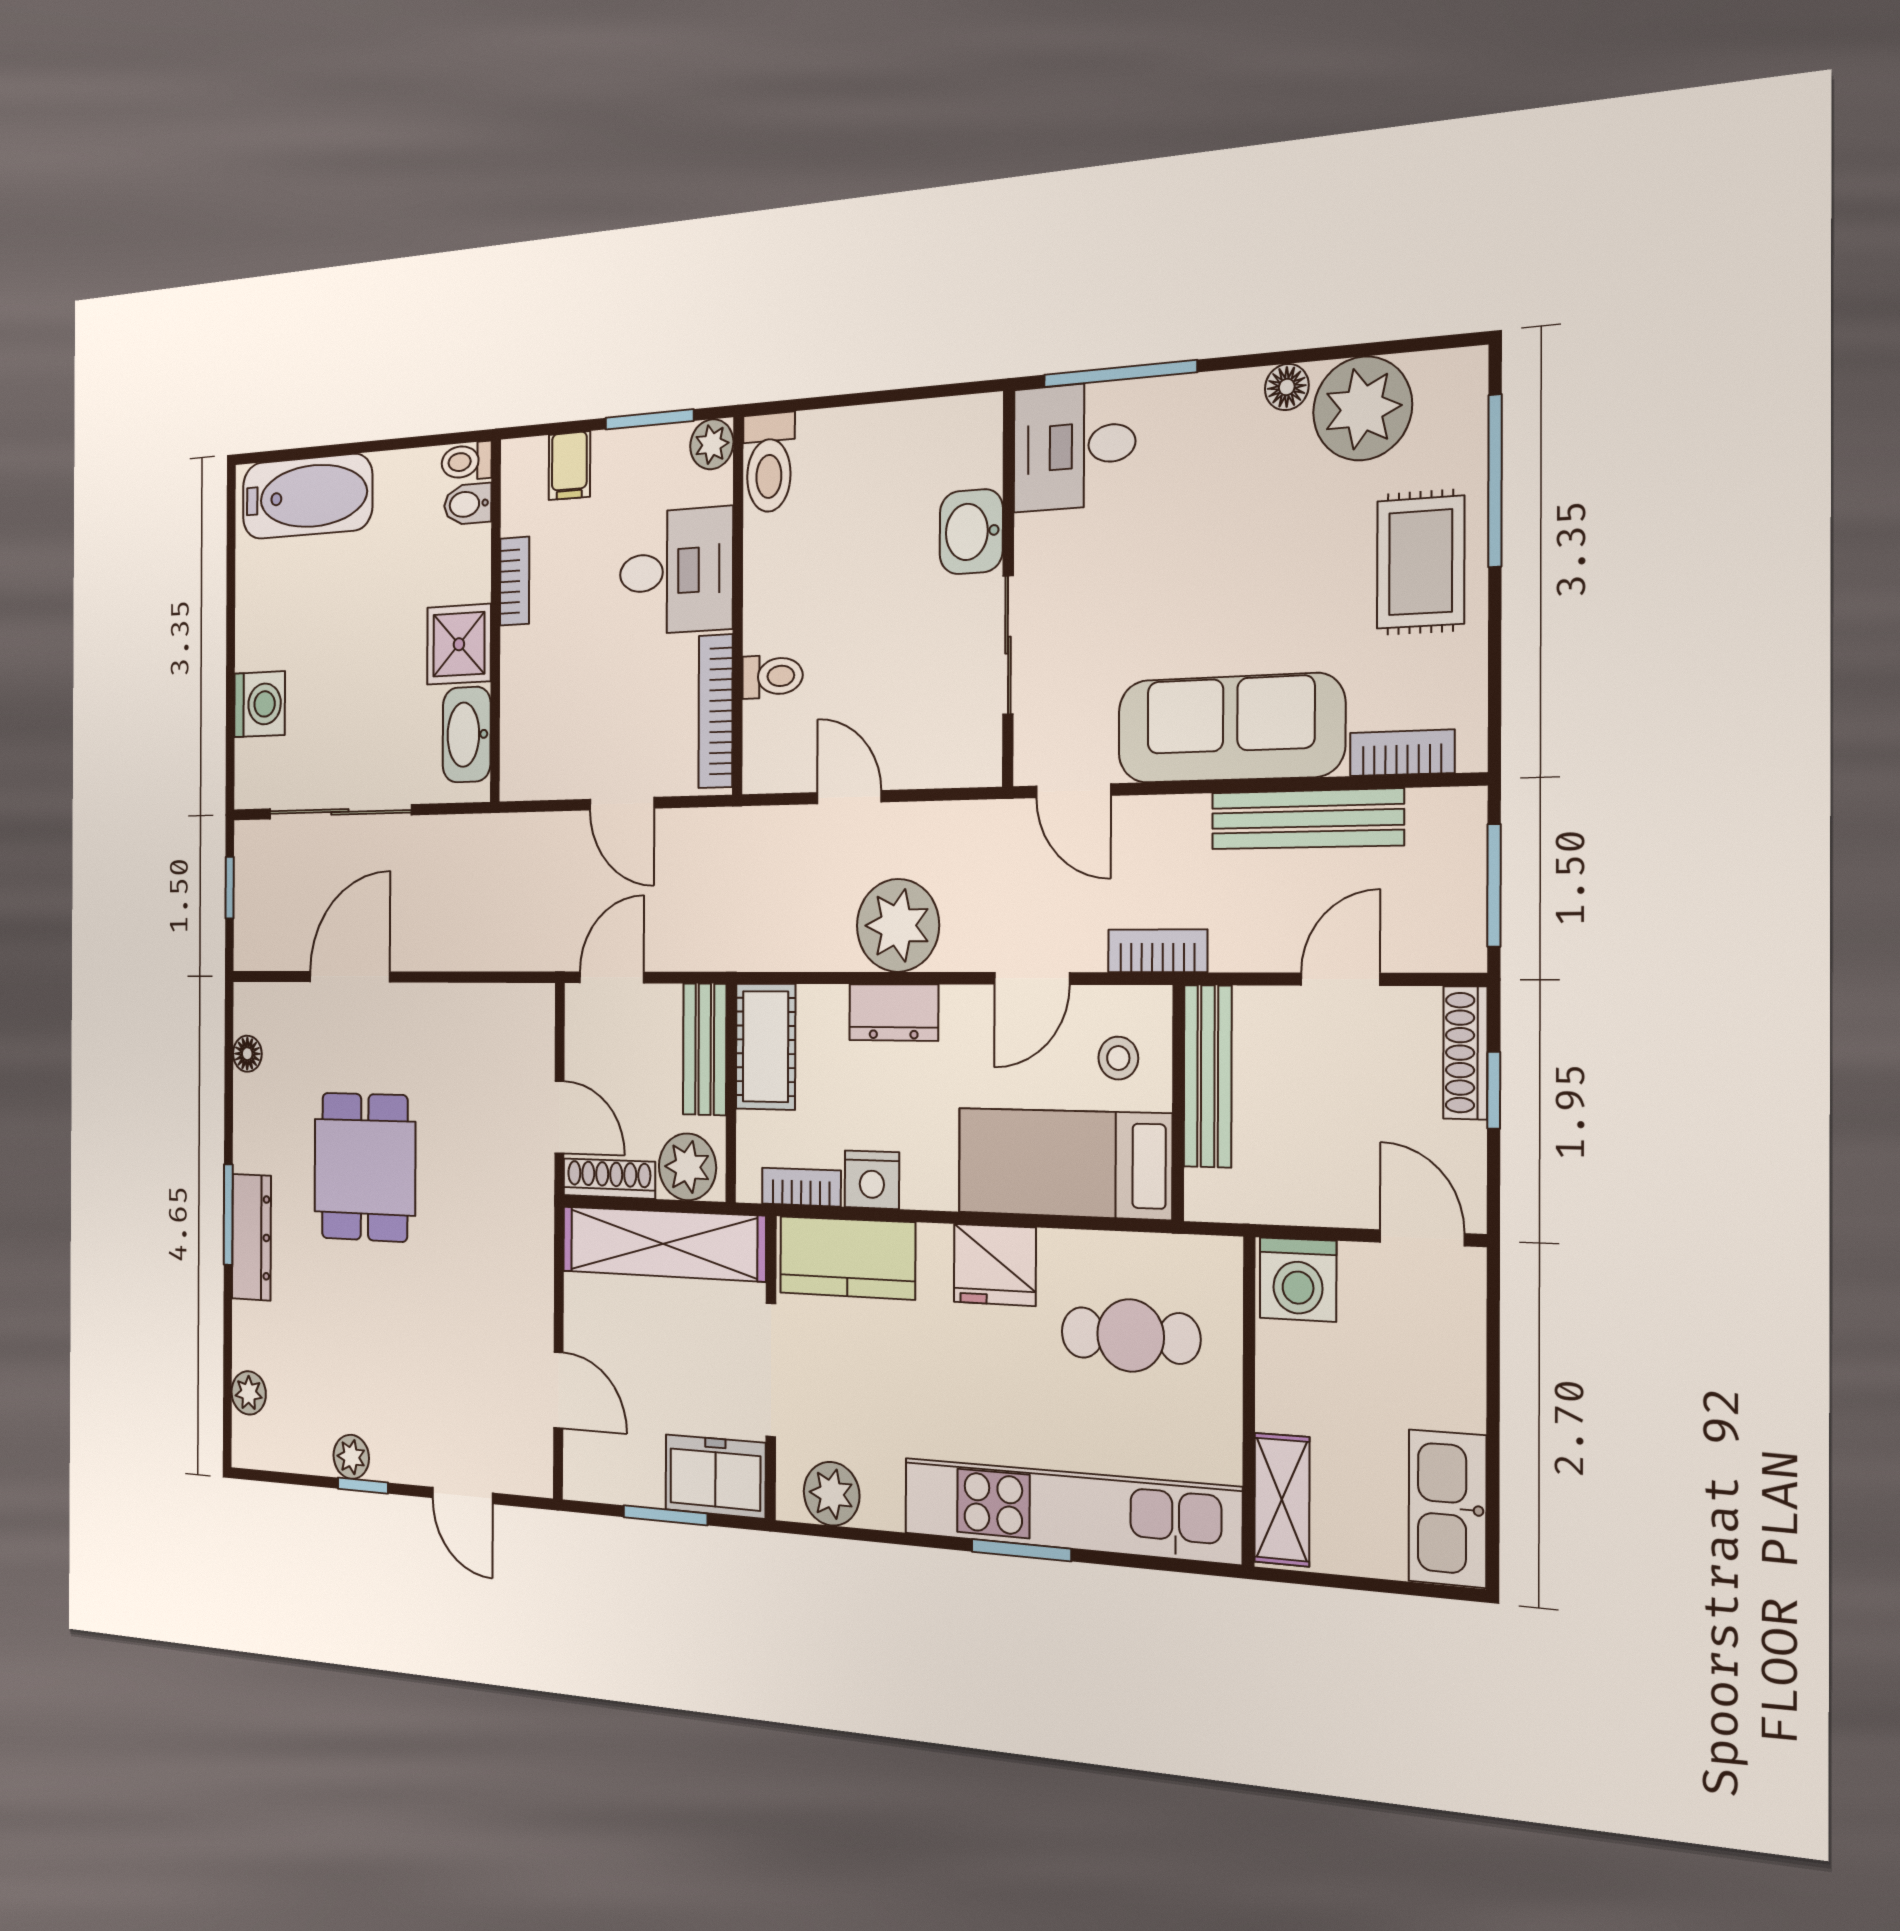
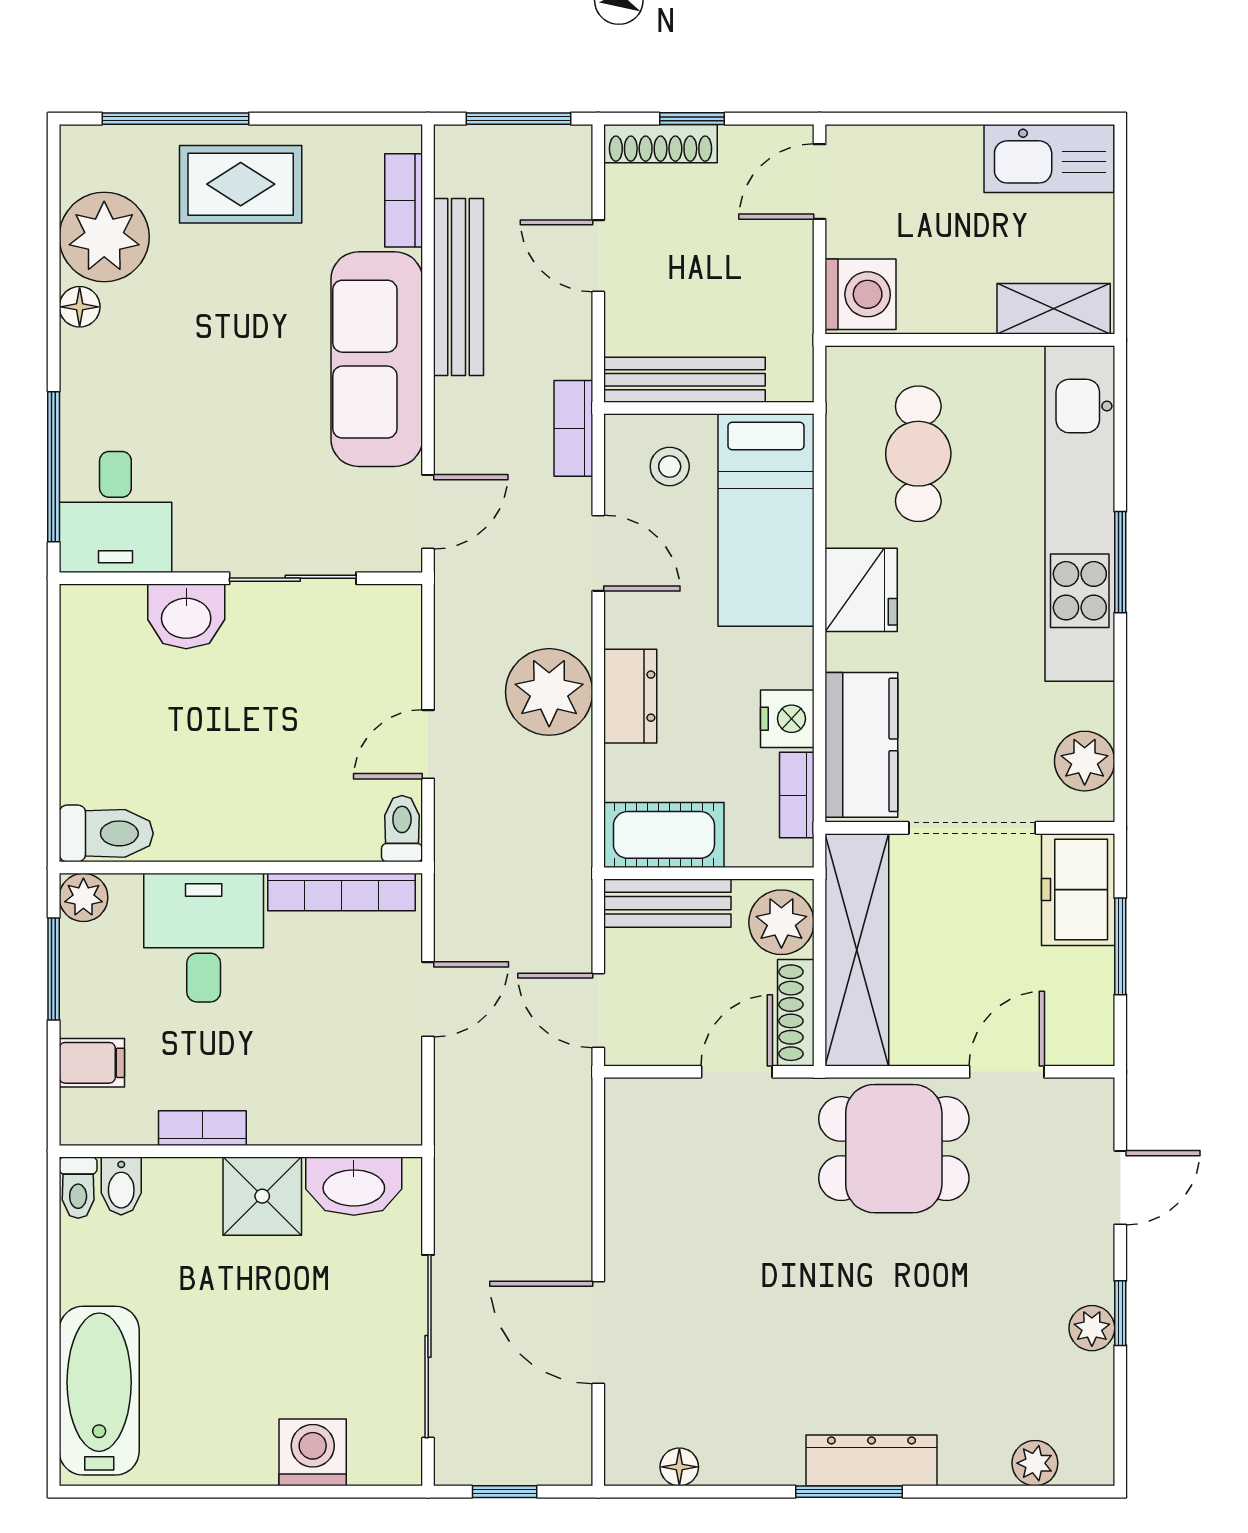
toilet: (772, 676) -> (402, 829), moved
dining table: (365, 1167) -> (894, 1149), moved

